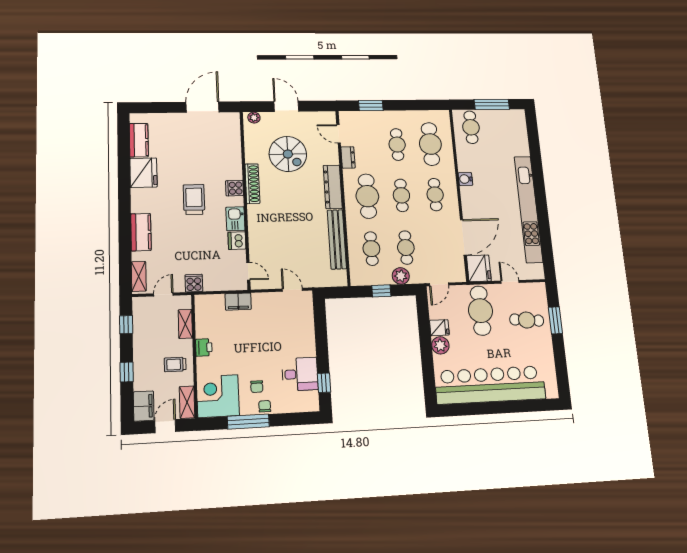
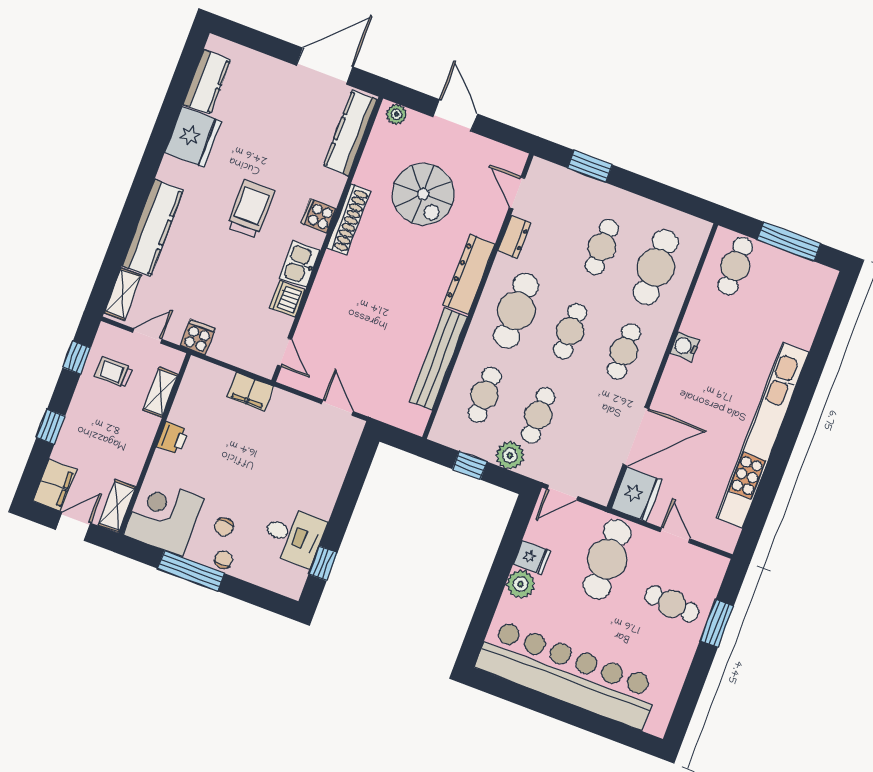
kitchen counter: (233, 137) -> (350, 133), added
kitchen counter: (141, 232) -> (153, 228), width x1.50
trolley: (175, 364) -> (113, 372), moved

